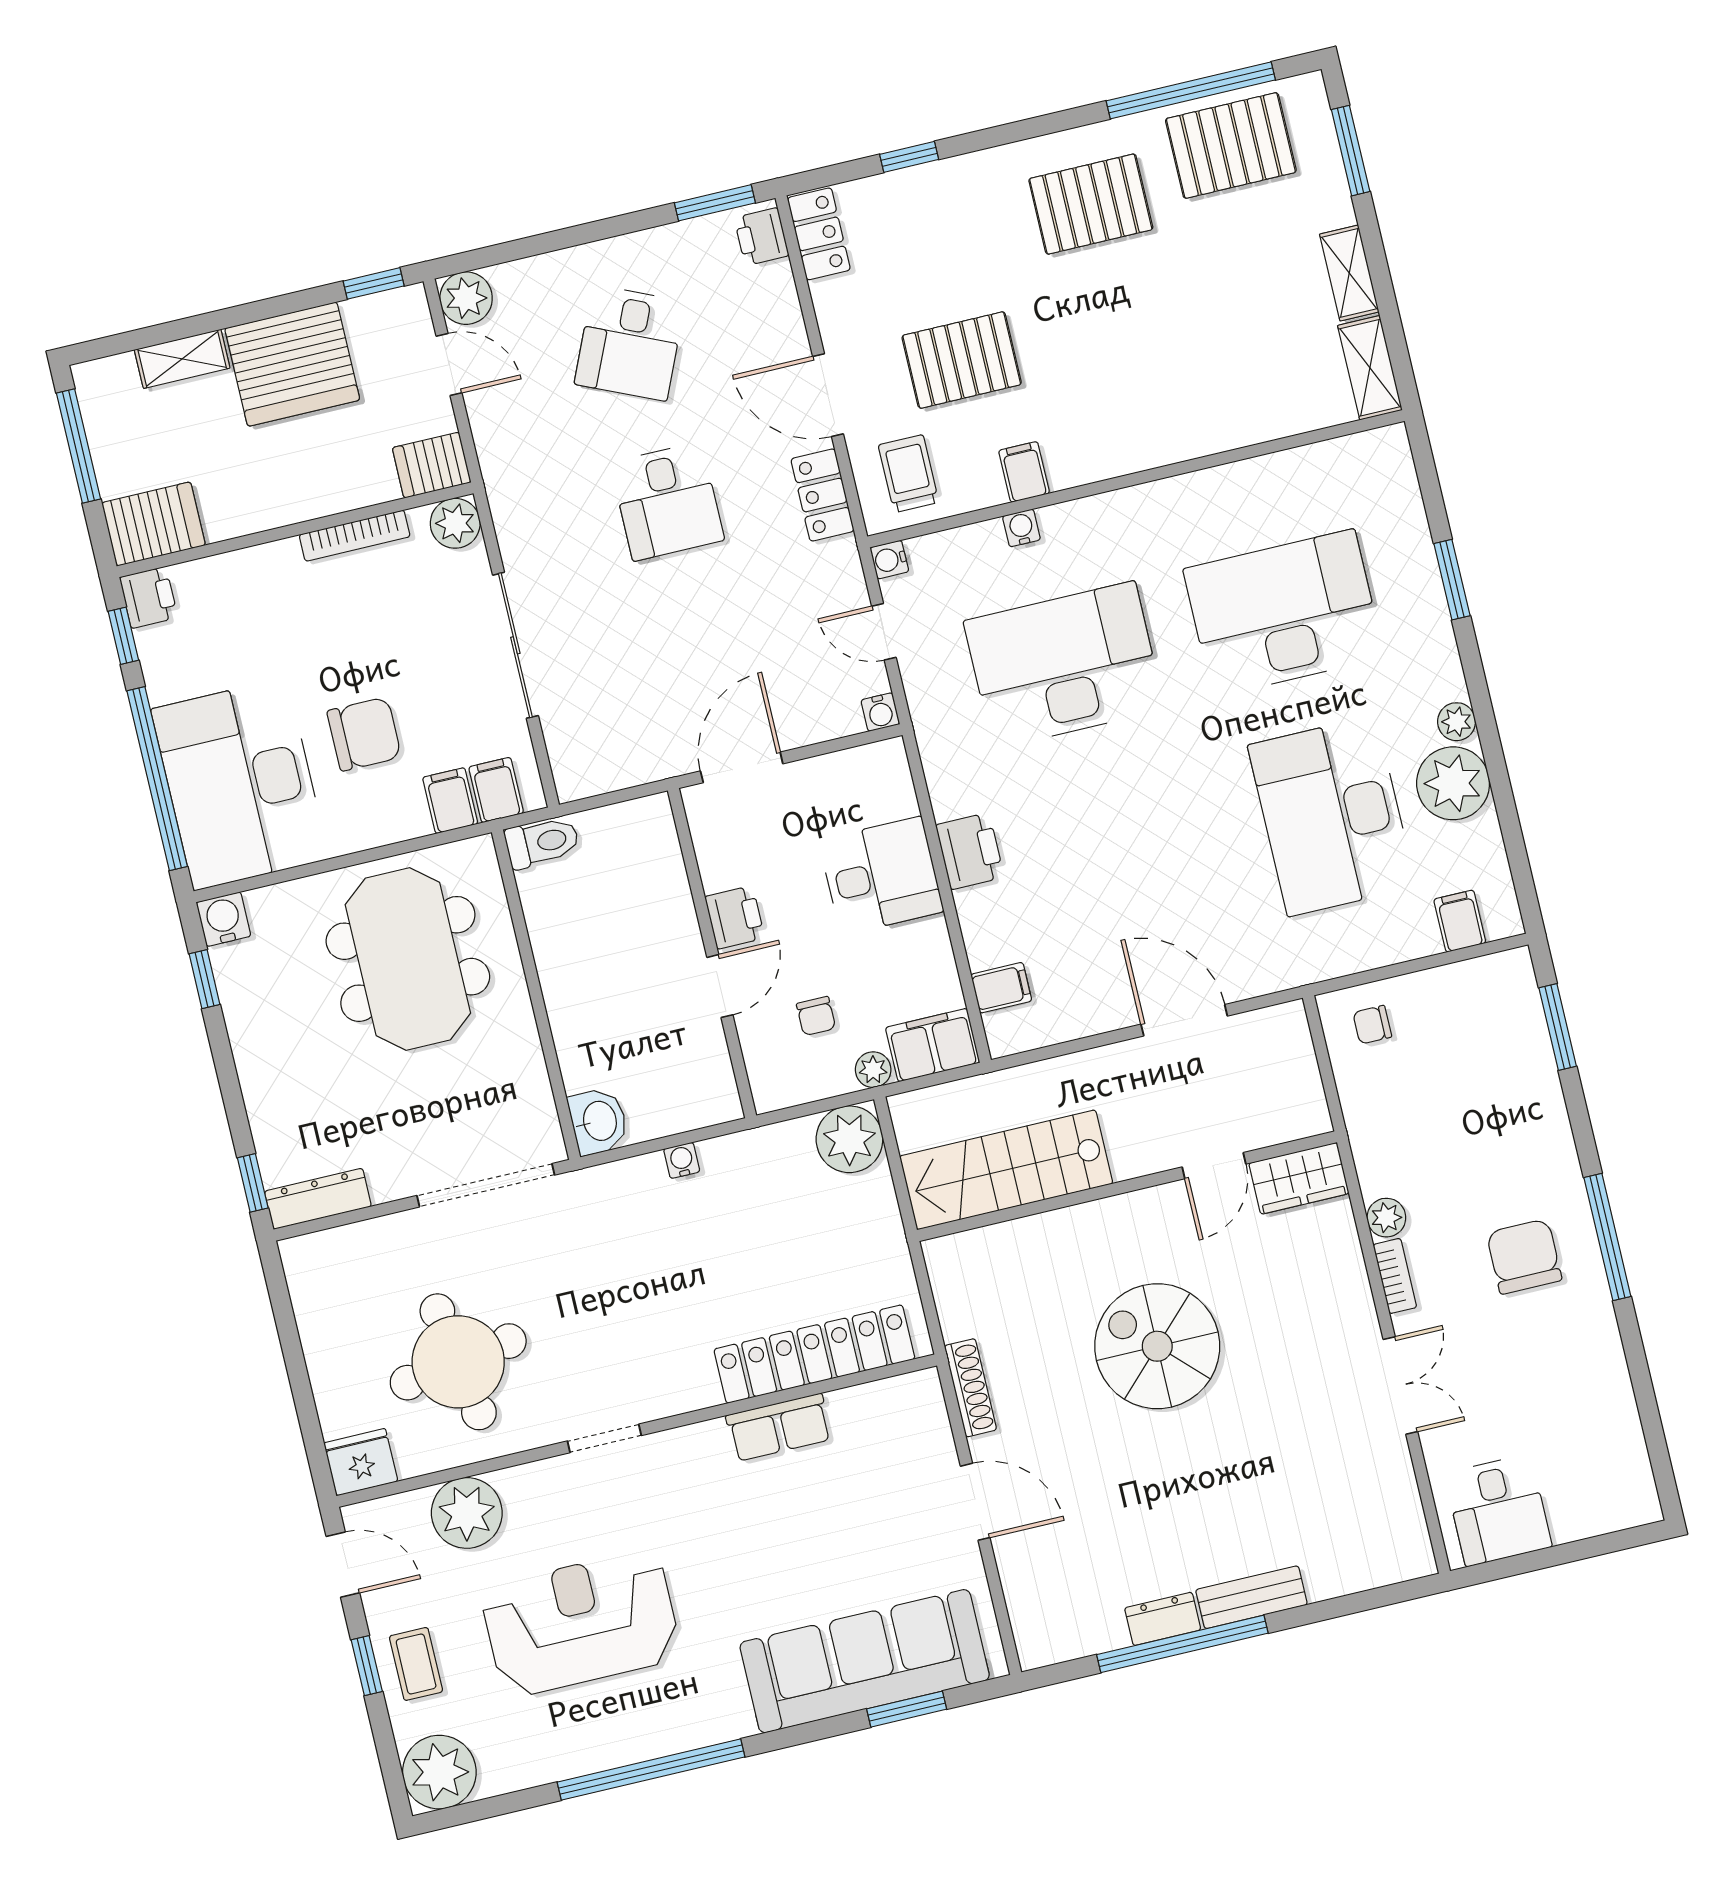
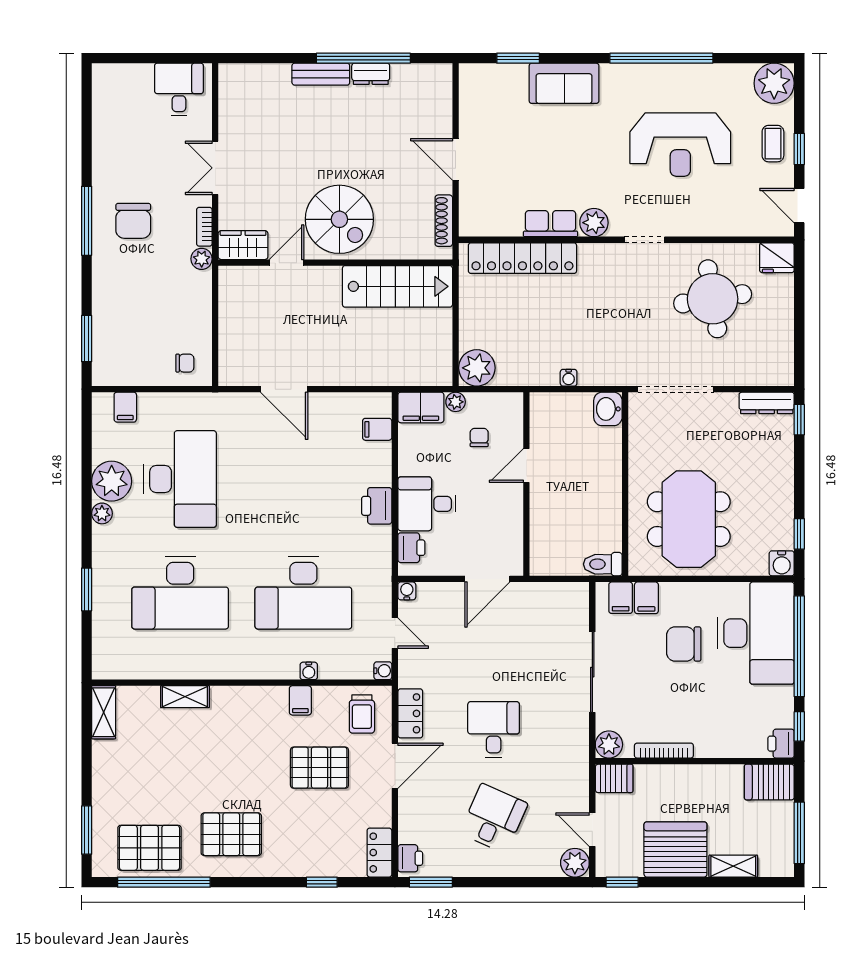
shelving: (1349, 273) -> (185, 697), moved, turned 90
door: (828, 395) -> (395, 766), hinge flipped
printer: (735, 917) -> (411, 548), moved, turned 180
door: (1214, 1166) -> (287, 263), moved
stairs: (1006, 1170) -> (397, 286), moved
wardrobe: (1299, 1178) -> (243, 245), moved
wall: (1127, 1186) -> (335, 263), moved
plant: (467, 1513) -> (594, 223), moved, width x0.73, depth x0.73
sofa: (865, 1661) -> (564, 83), width x0.54, depth x0.79

